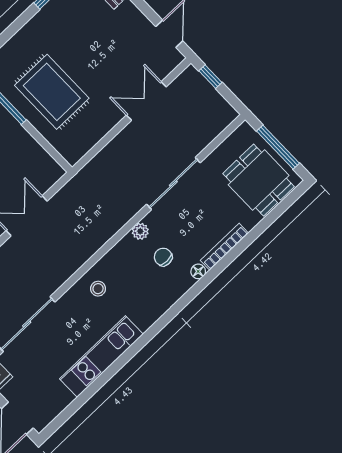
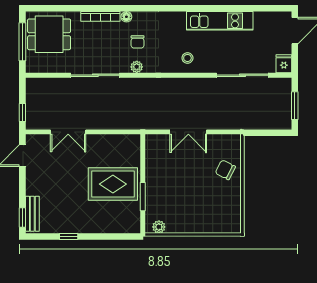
rug: (52, 92) -> (113, 184), turned 90
dining table: (259, 180) -> (49, 34), turned 90

